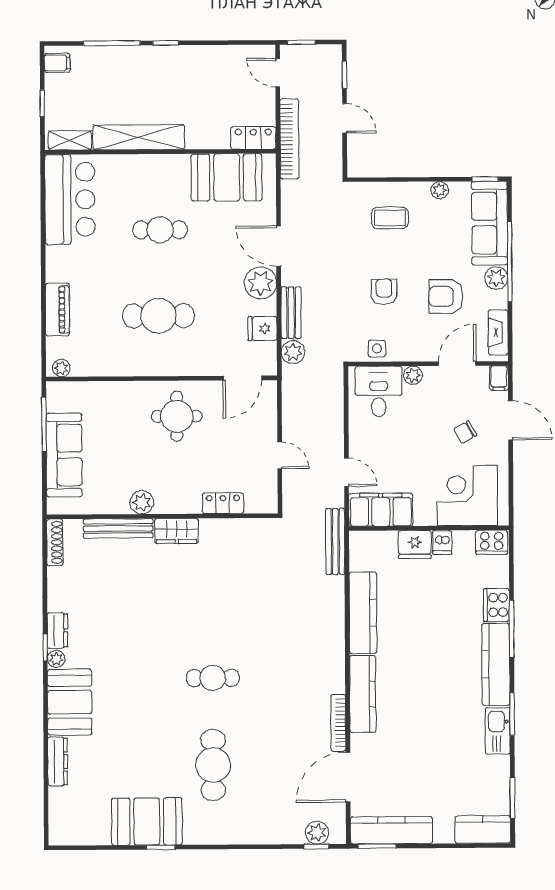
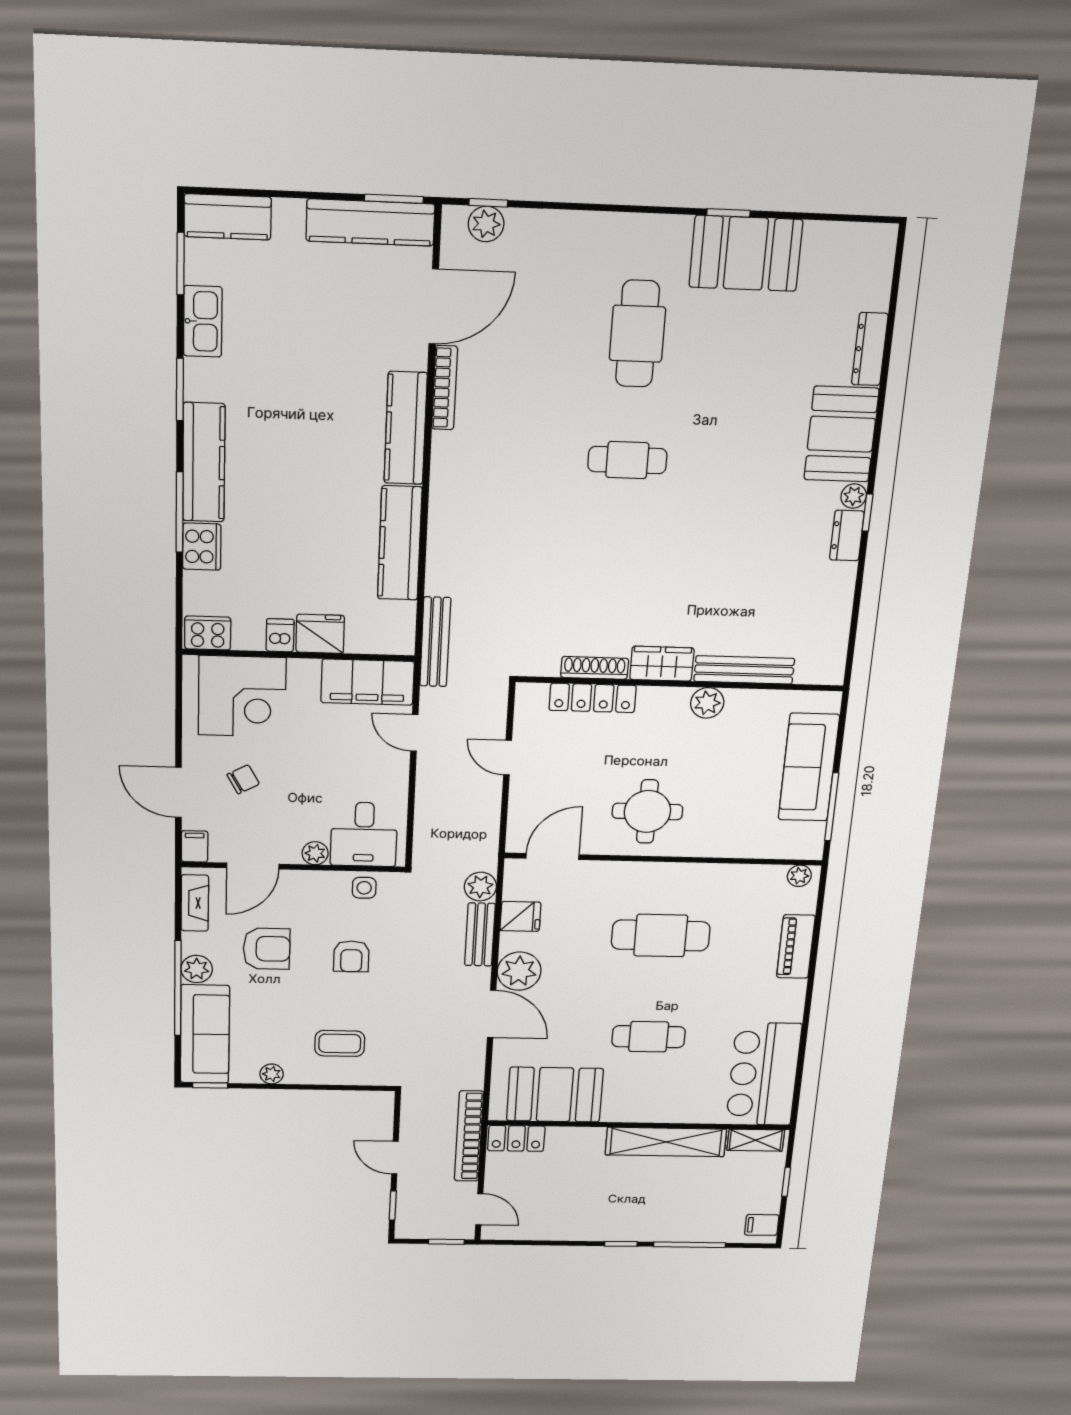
locker: (223, 503) -> (593, 698), width x1.53
shoe rack: (55, 542) -> (595, 668), moved, turned 90
kitchen sink: (498, 731) -> (203, 321), moved

